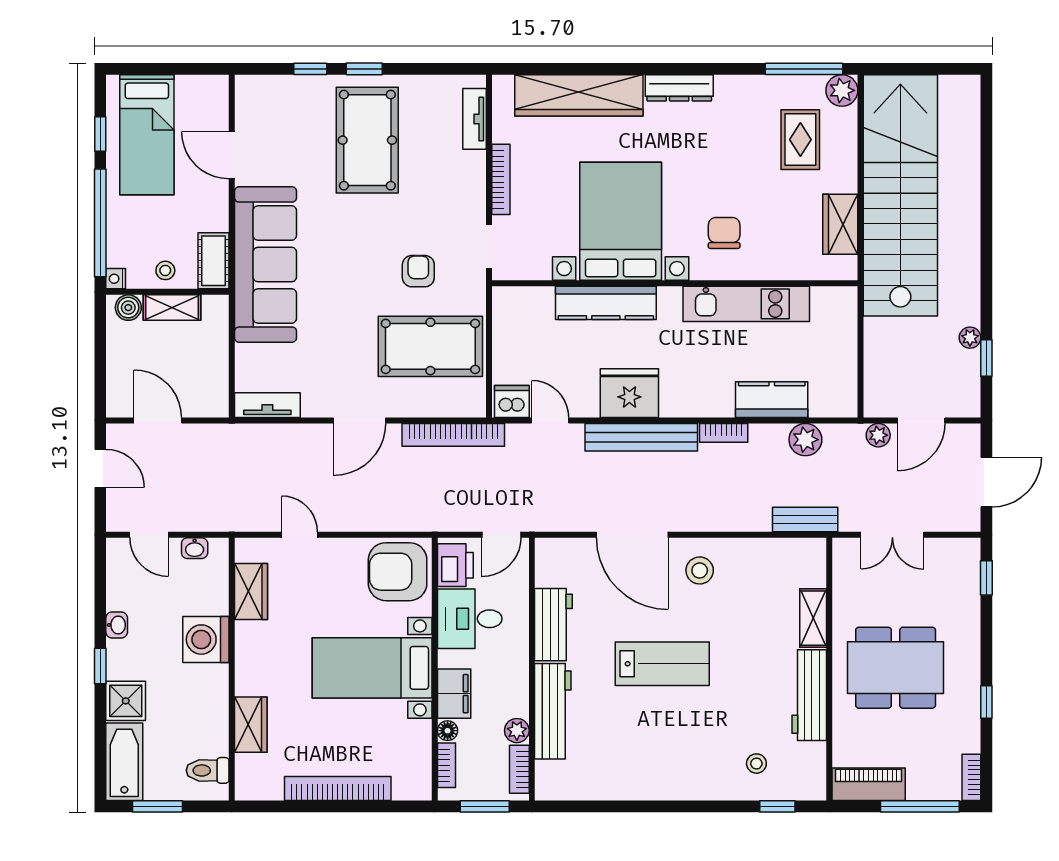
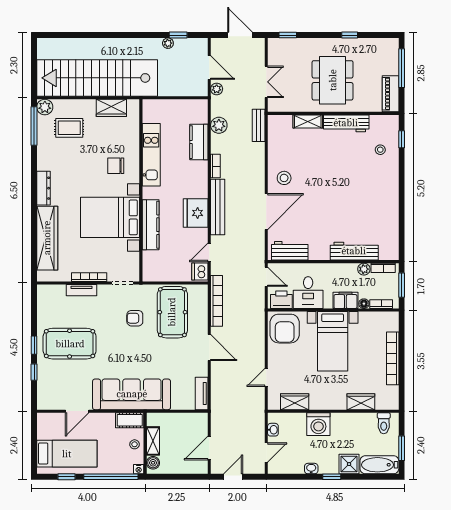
tv unit: (475, 119) -> (82, 290), moved
workbench: (553, 625) -> (290, 251), moved
lab bench: (662, 664) -> (331, 197), removed
bookcase: (971, 777) -> (387, 43), removed

